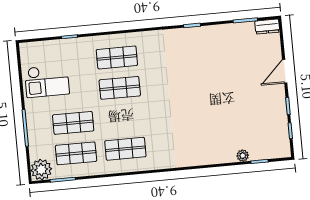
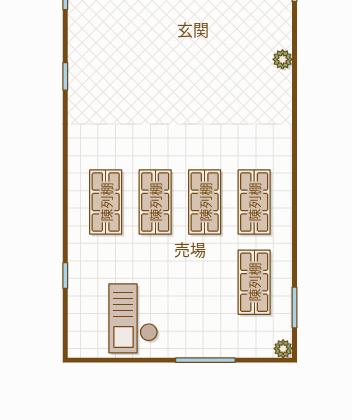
checkout: (47, 81) -> (133, 318), turned 180
shop shelf: (73, 123) -> (205, 202), moved
plant: (243, 156) -> (283, 59), moved
plant: (41, 170) -> (283, 349), width x0.53, depth x0.53

